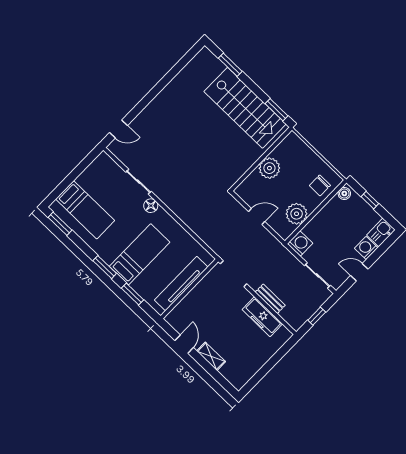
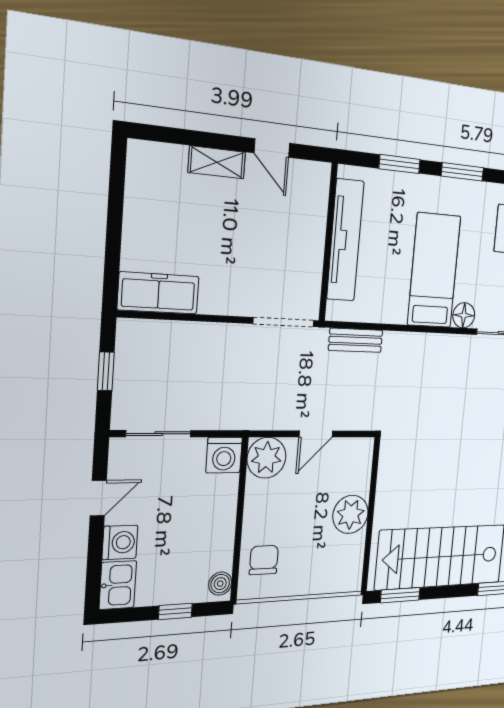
plant: (297, 214) -> (267, 458), moved
bed: (140, 254) -> (434, 270), moved, turned 180
bench: (270, 299) -> (356, 340), moved
freezer: (262, 317) -> (158, 293), moved

